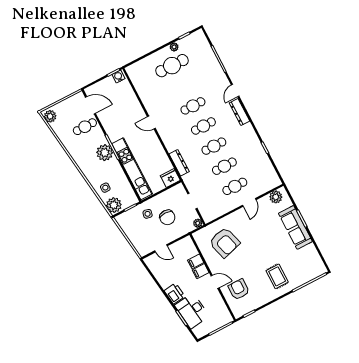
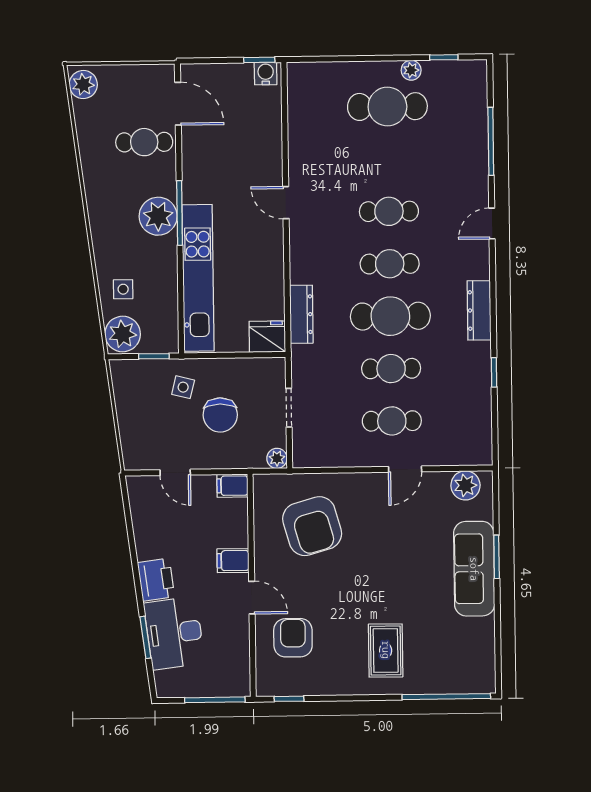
dresser: (239, 112) -> (479, 310), moved
cafe table: (214, 146) -> (390, 316), width x1.37, depth x1.35
filing cabinet: (196, 261) -> (232, 486), moved

